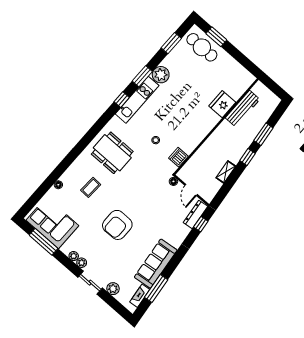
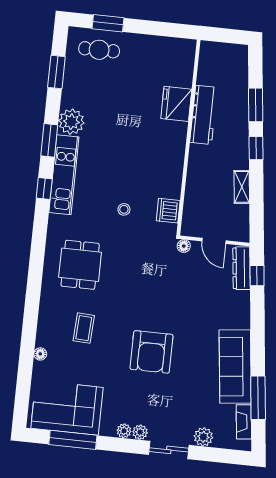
cafe table: (202, 47) -> (99, 50), width x0.73, depth x0.74
workbench: (243, 109) -> (204, 115), moved
dining table: (112, 153) -> (80, 265), width x0.73

